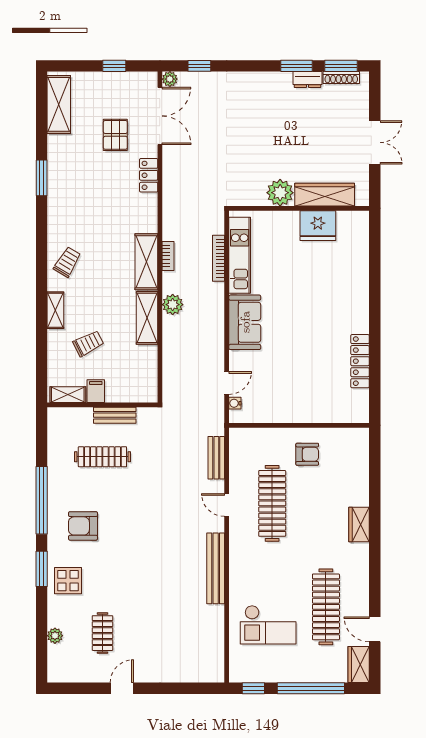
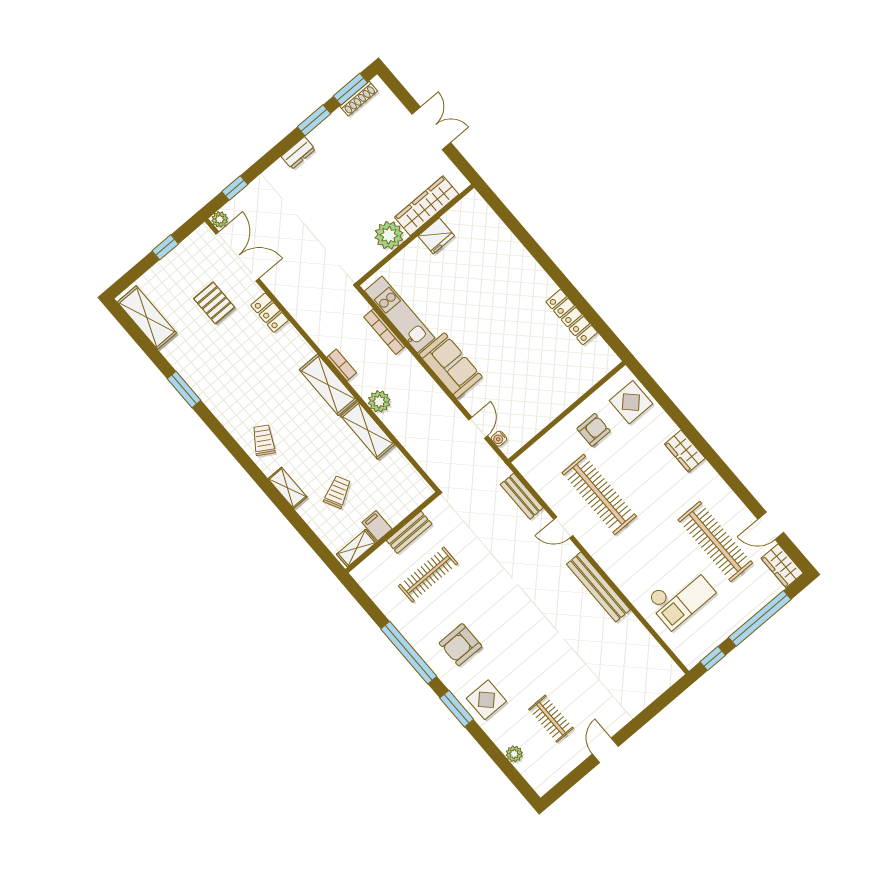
dresser: (307, 80) -> (298, 153), moved
fridge: (318, 226) -> (436, 236), width x0.73, depth x0.75
display table: (350, 457) -> (631, 402), added

